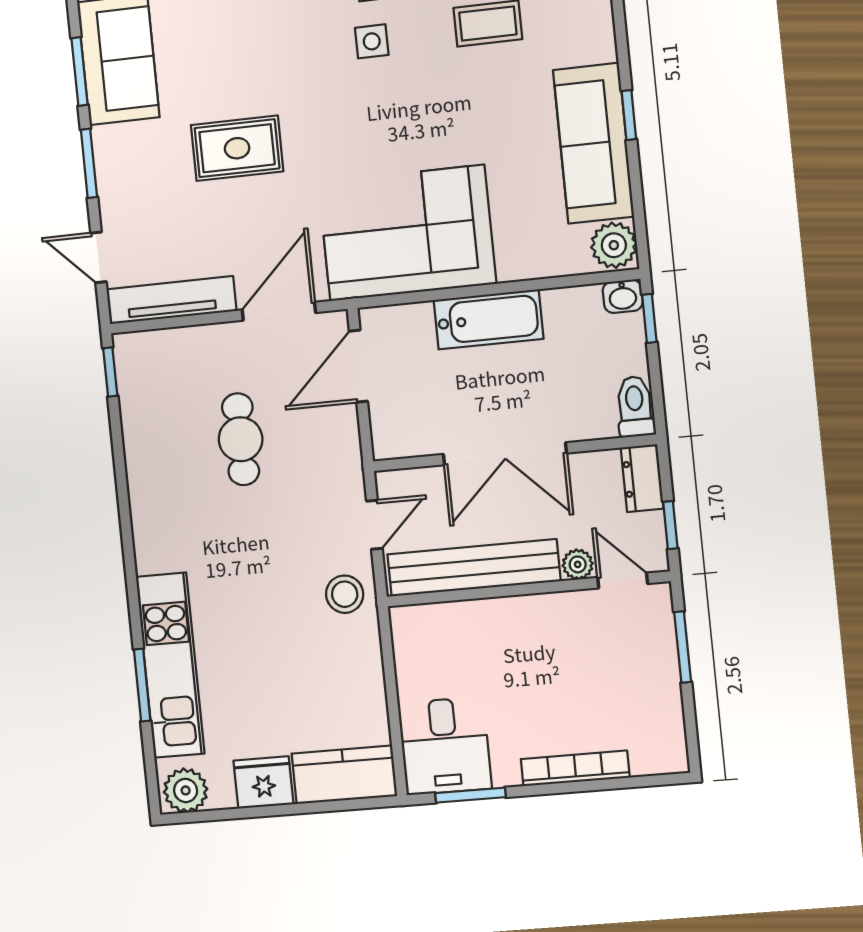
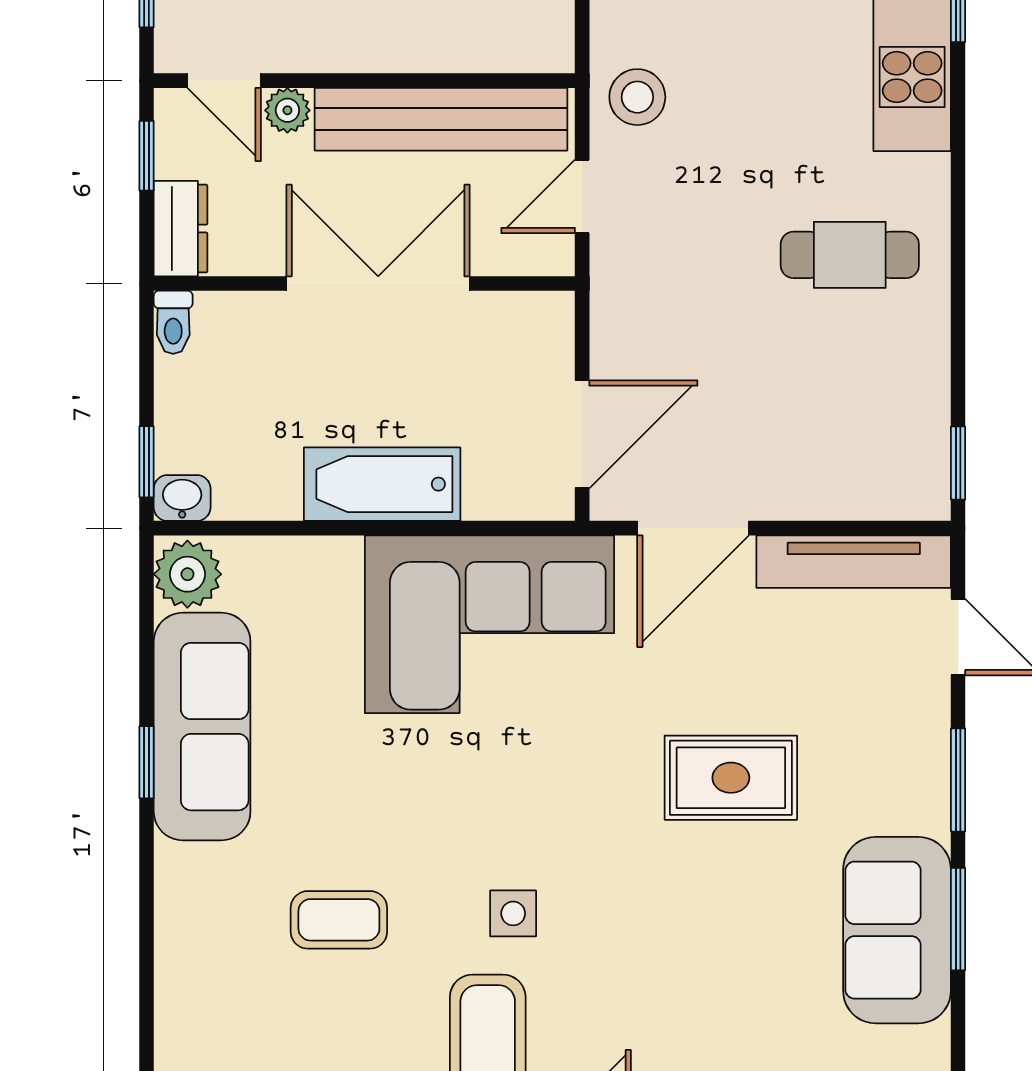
toilet: (635, 407) -> (173, 322), width x0.73, depth x0.72
cafe table: (241, 439) -> (850, 255), moved, turned 90

